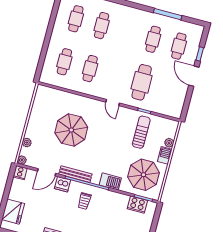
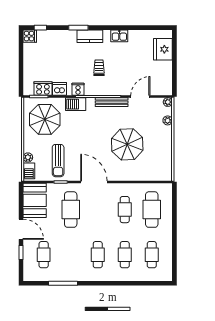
cafe table: (153, 39) -> (98, 255), moved
cafe table: (64, 62) -> (152, 210), width x1.37, depth x1.35
booth: (174, 100) -> (35, 200), added
door: (113, 103) -> (94, 182), width x1.88
barbecue: (165, 155) -> (29, 171), moved
cooker: (20, 173) -> (78, 89), moved
dishwasher: (63, 184) -> (60, 89), moved
trolley: (84, 201) -> (99, 68), moved

